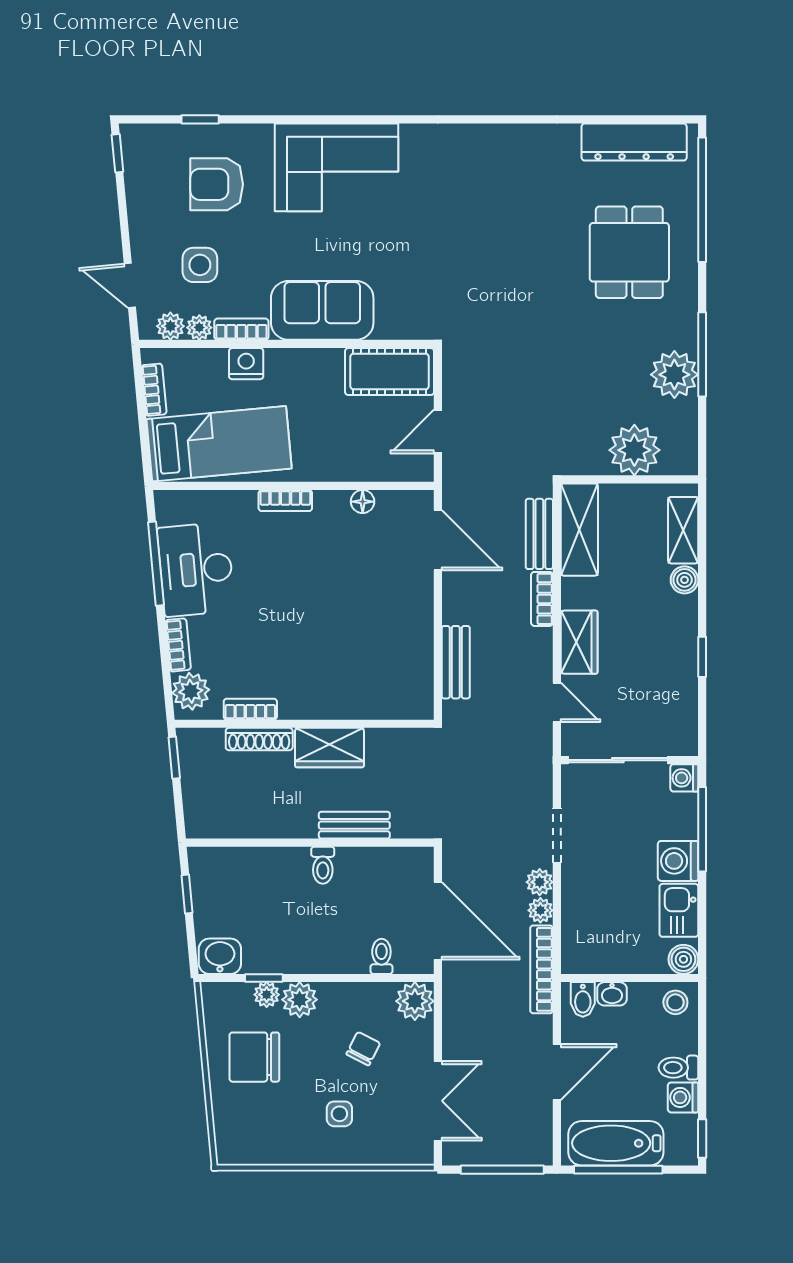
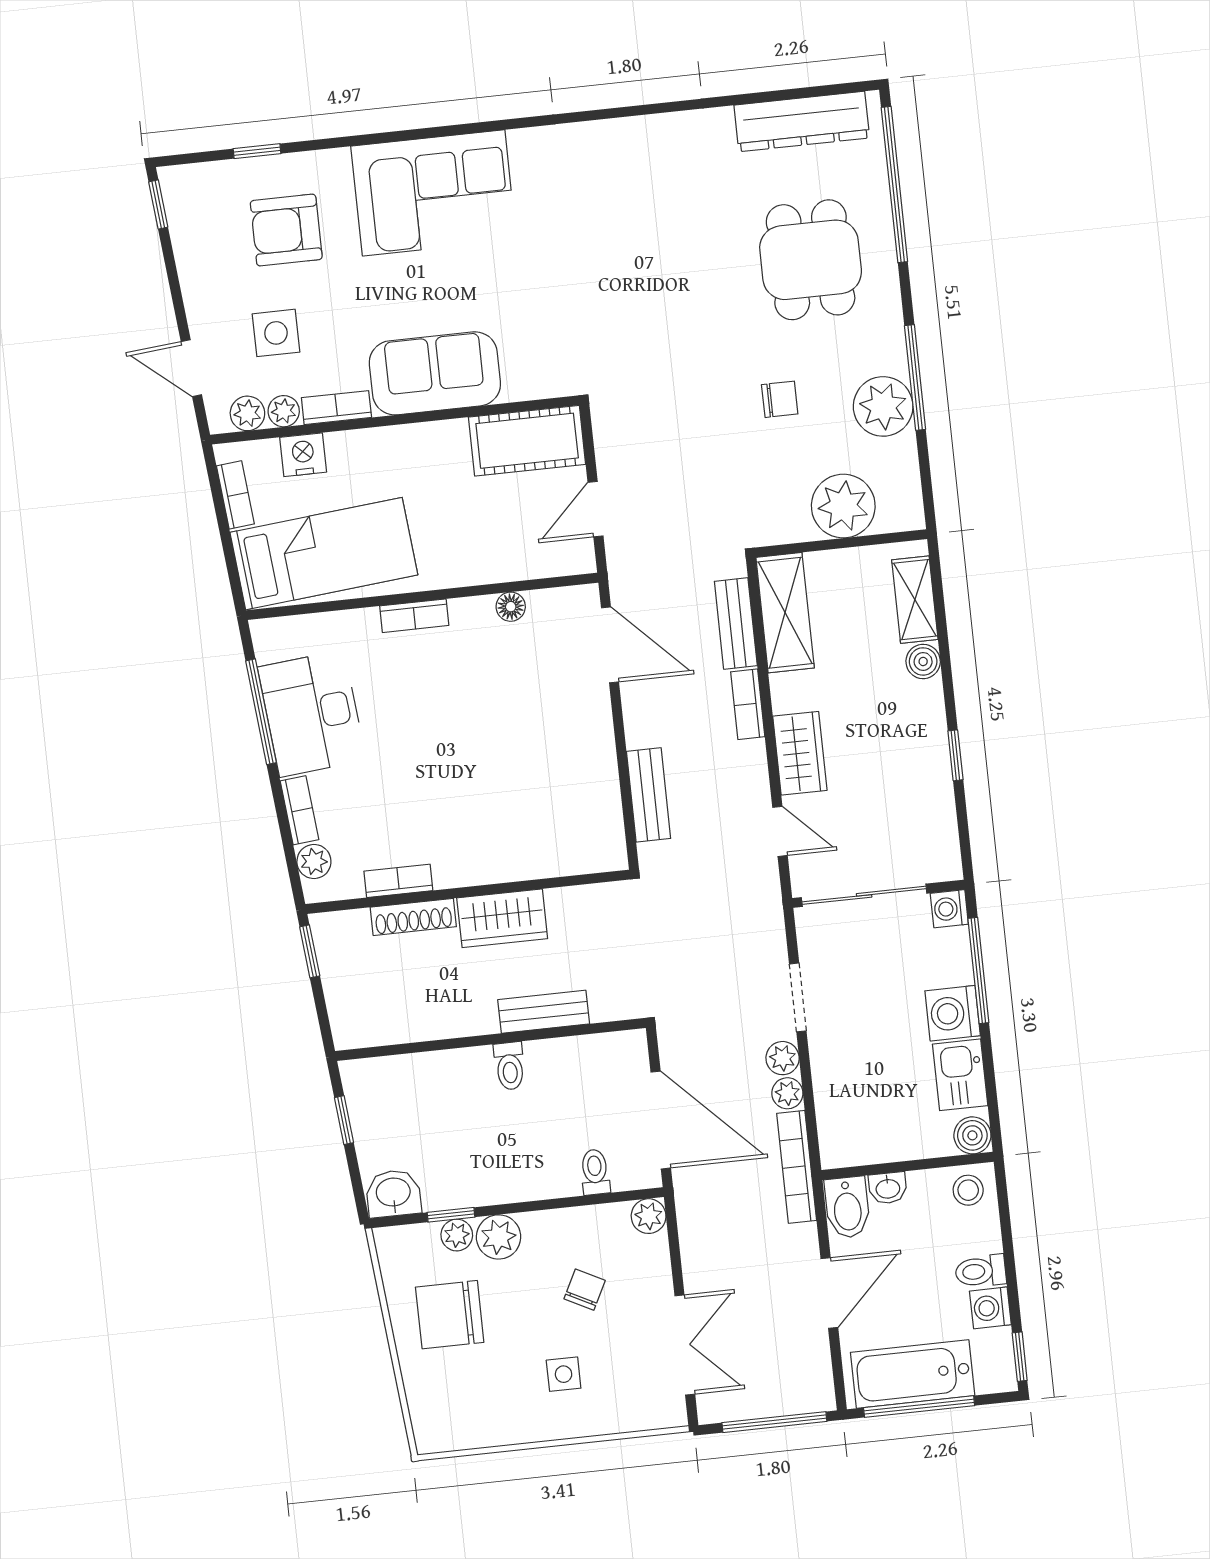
chair: (593, 360) -> (780, 399), added
nightstand: (246, 364) -> (303, 455), moved
plant: (191, 691) -> (314, 862), width x0.73, depth x0.73
bidet: (583, 999) -> (847, 1207), width x1.38, depth x1.36
plant: (415, 1001) -> (649, 1216), width x0.73, depth x0.73

